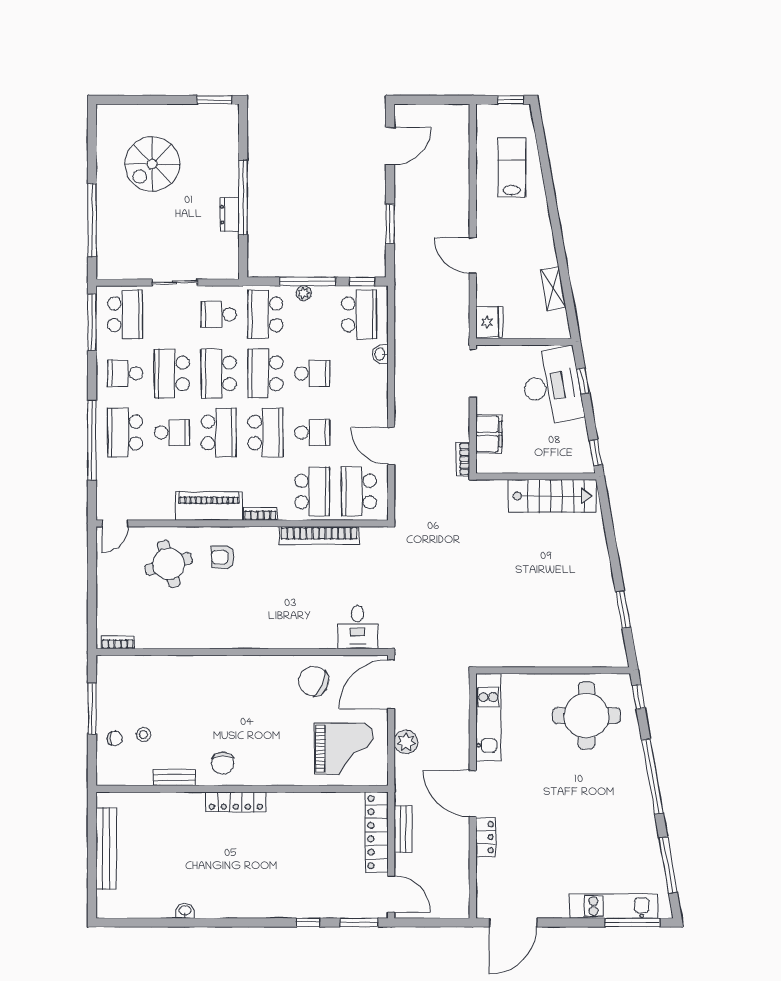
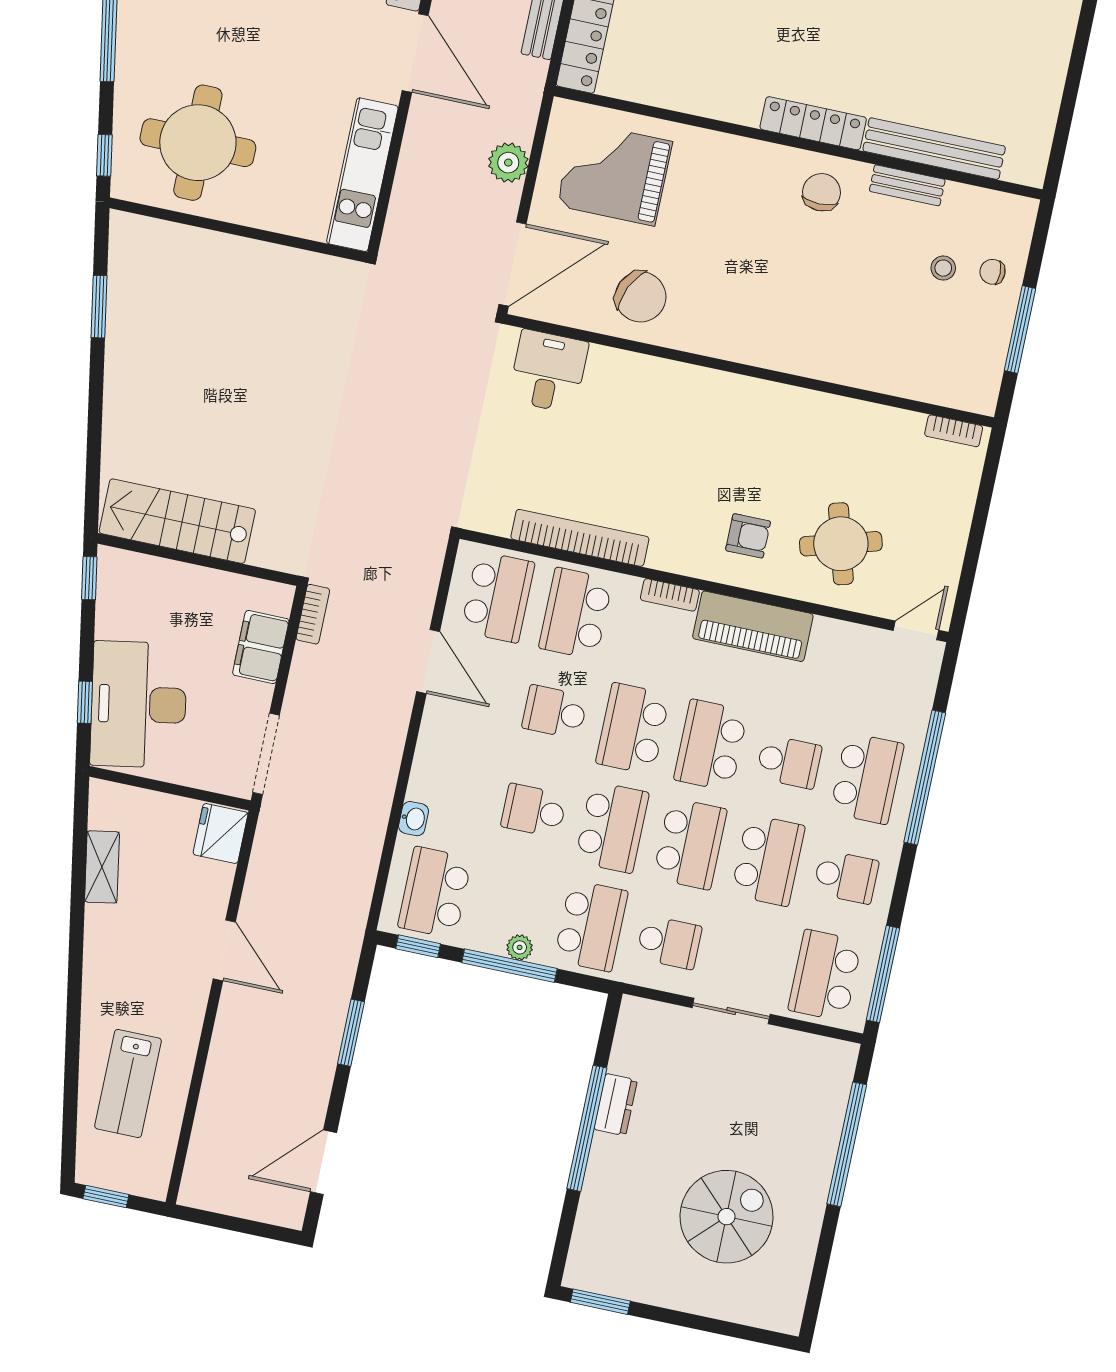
school desk: (172, 432) -> (789, 762), turned 180
bench: (106, 848) -> (934, 149), moved, turned 90

